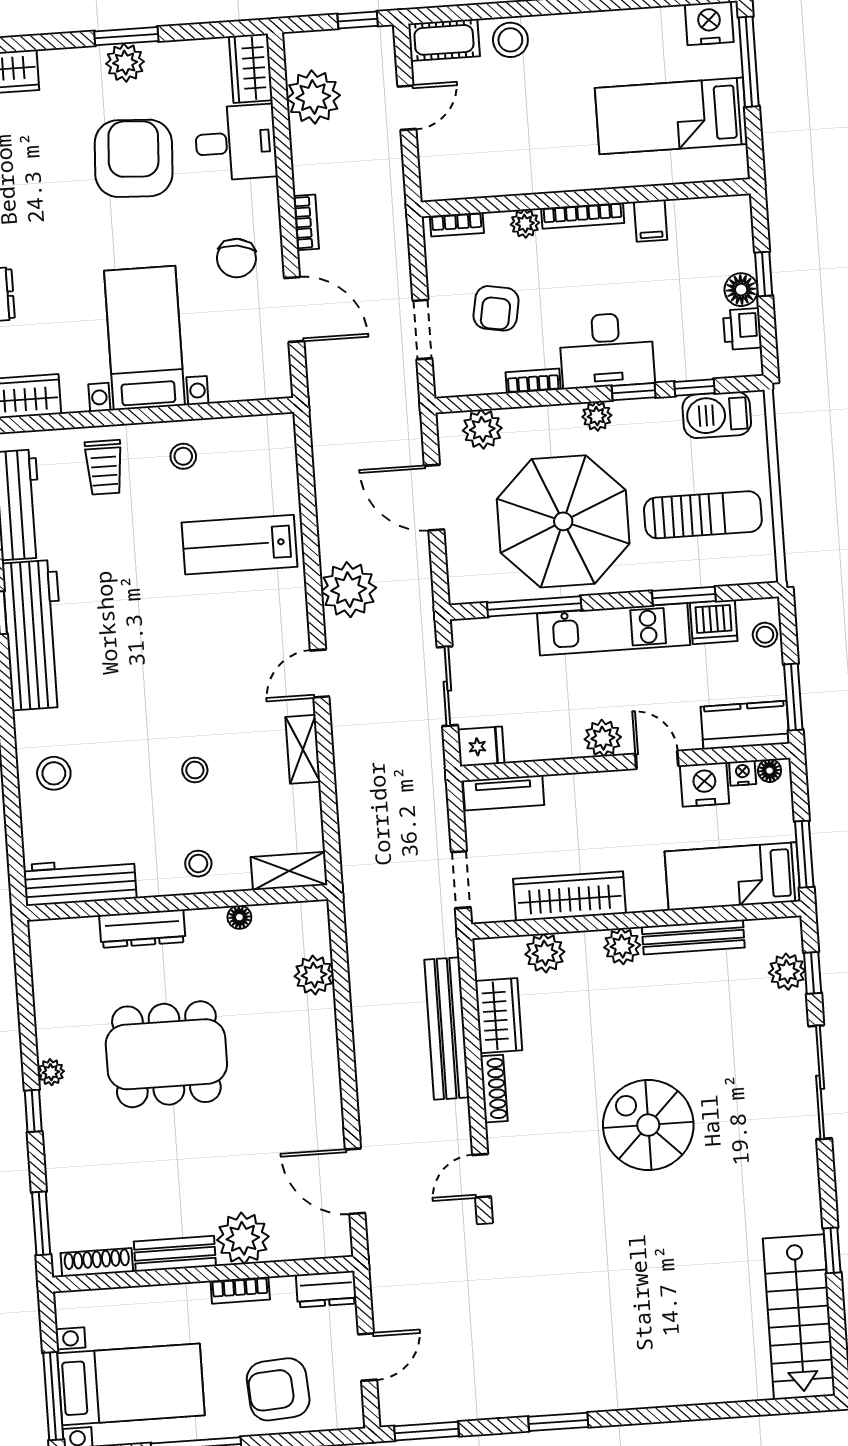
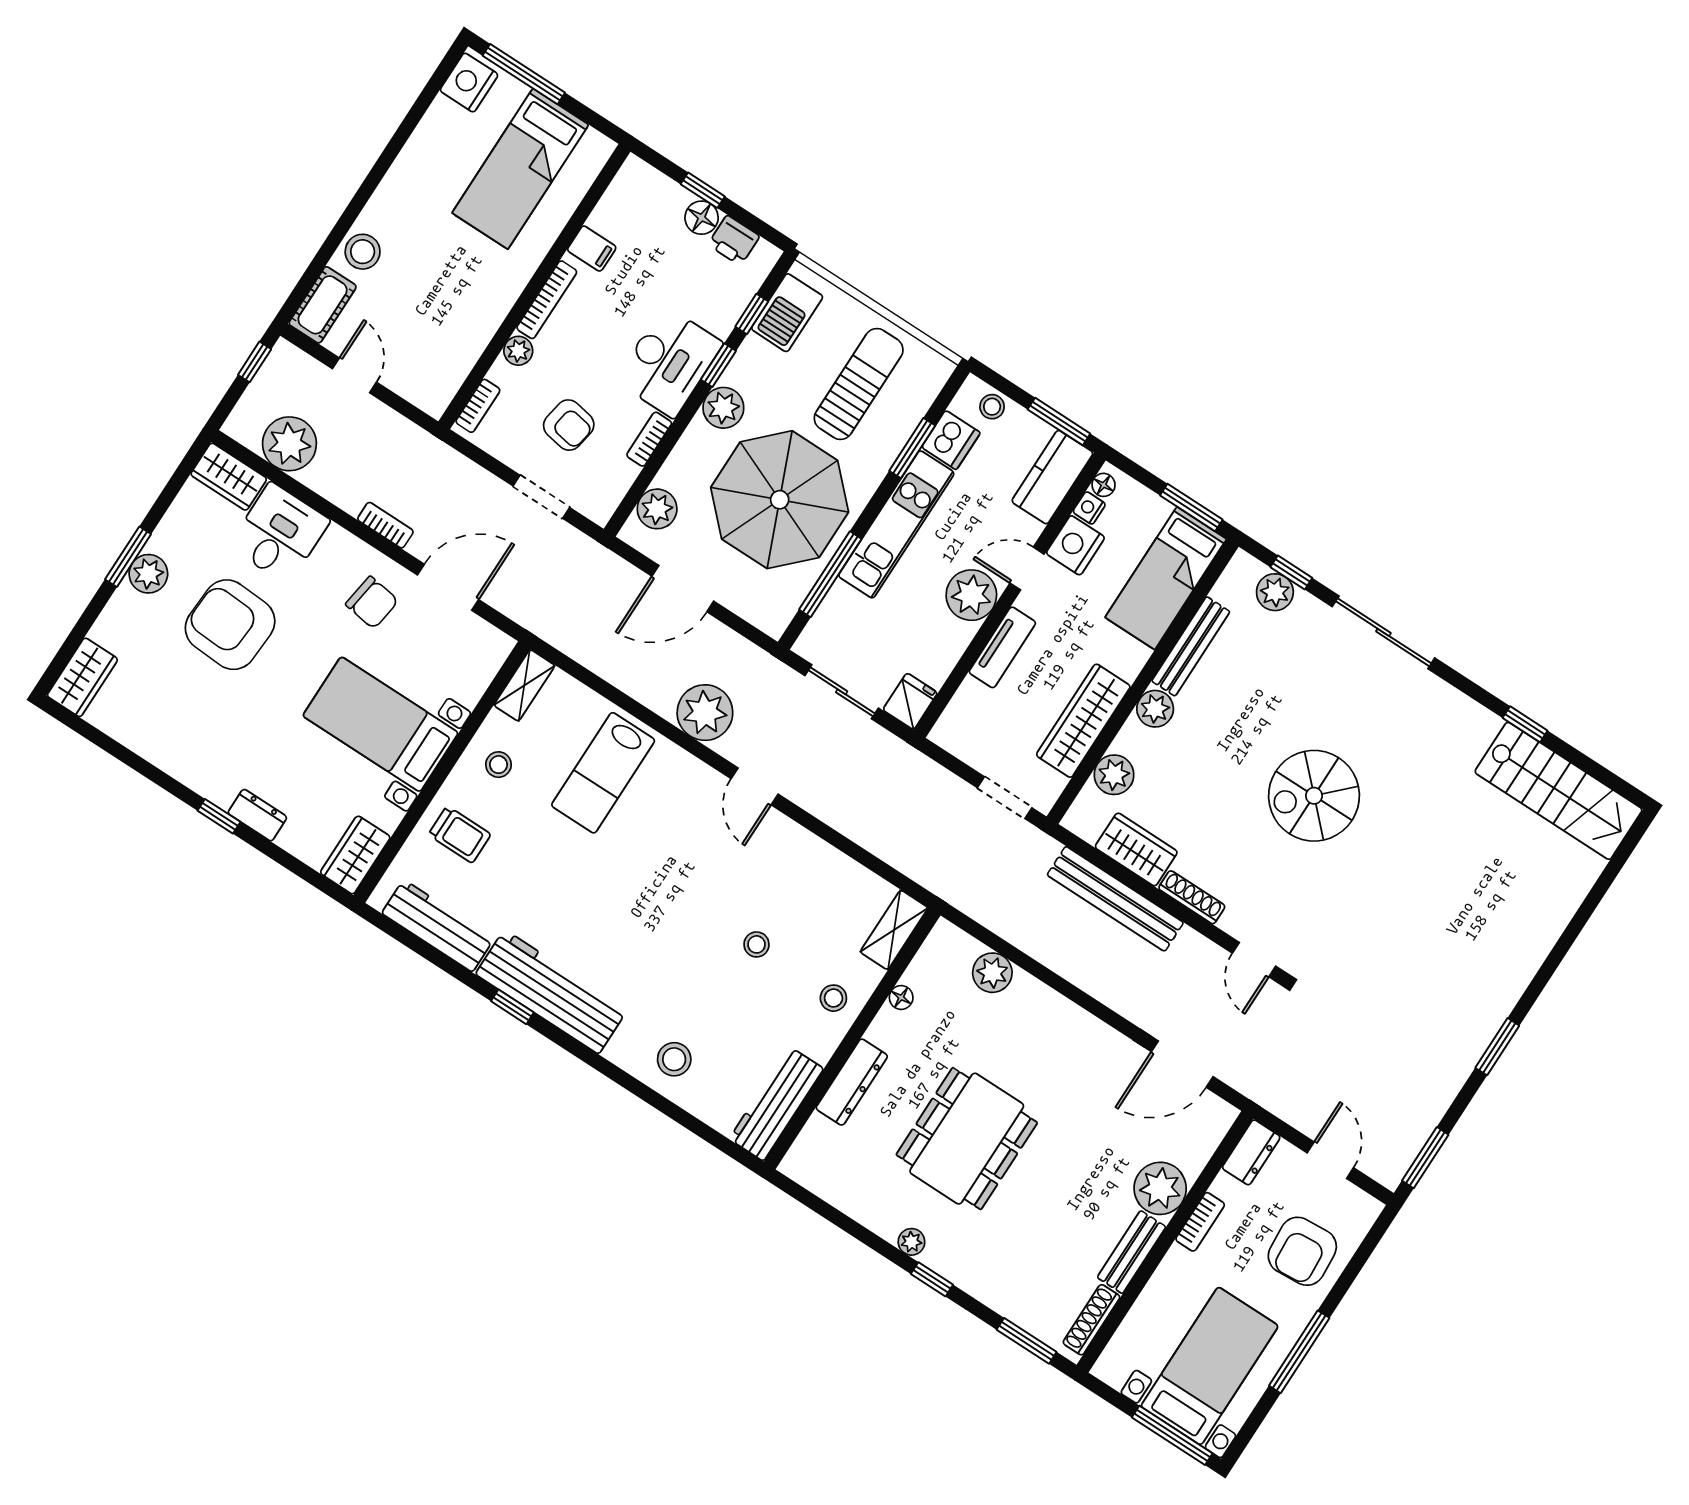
plant: (597, 416) -> (723, 408), width x1.38, depth x1.38
plant: (603, 738) -> (971, 595), width x1.36, depth x1.36
shelving: (303, 749) -> (524, 685), moved, turned 90
tv unit: (504, 793) -> (1002, 647), moved

